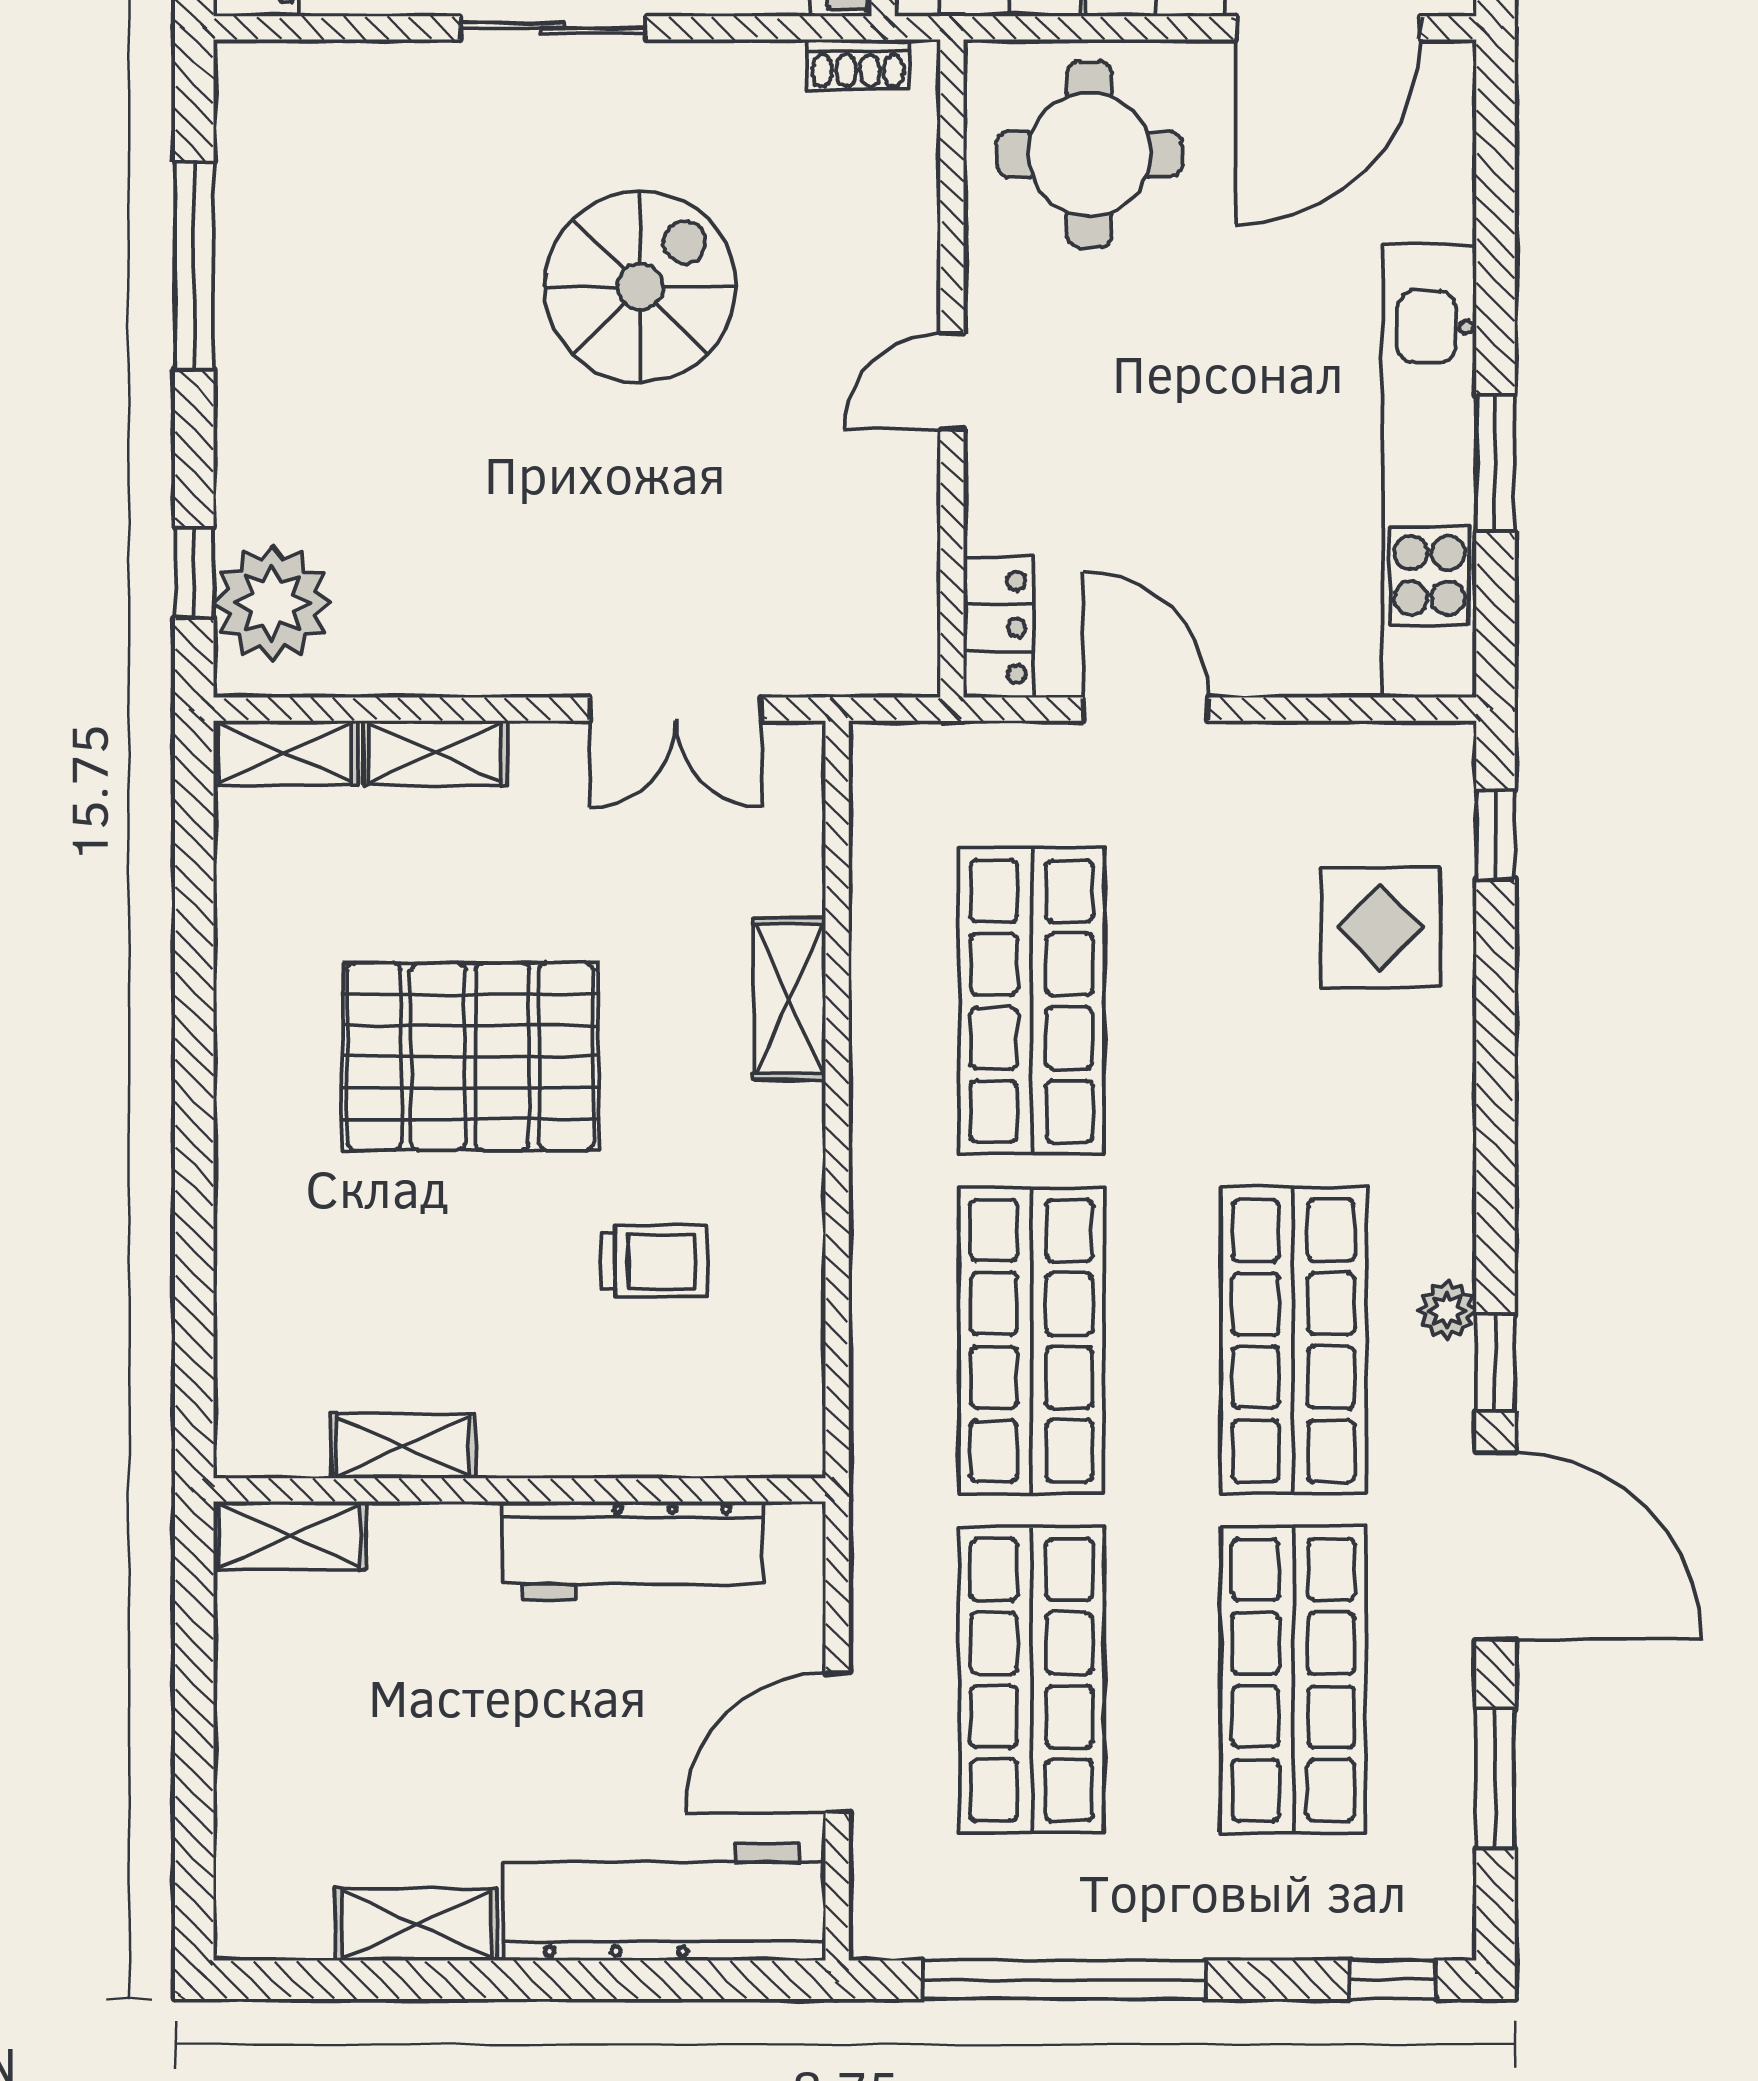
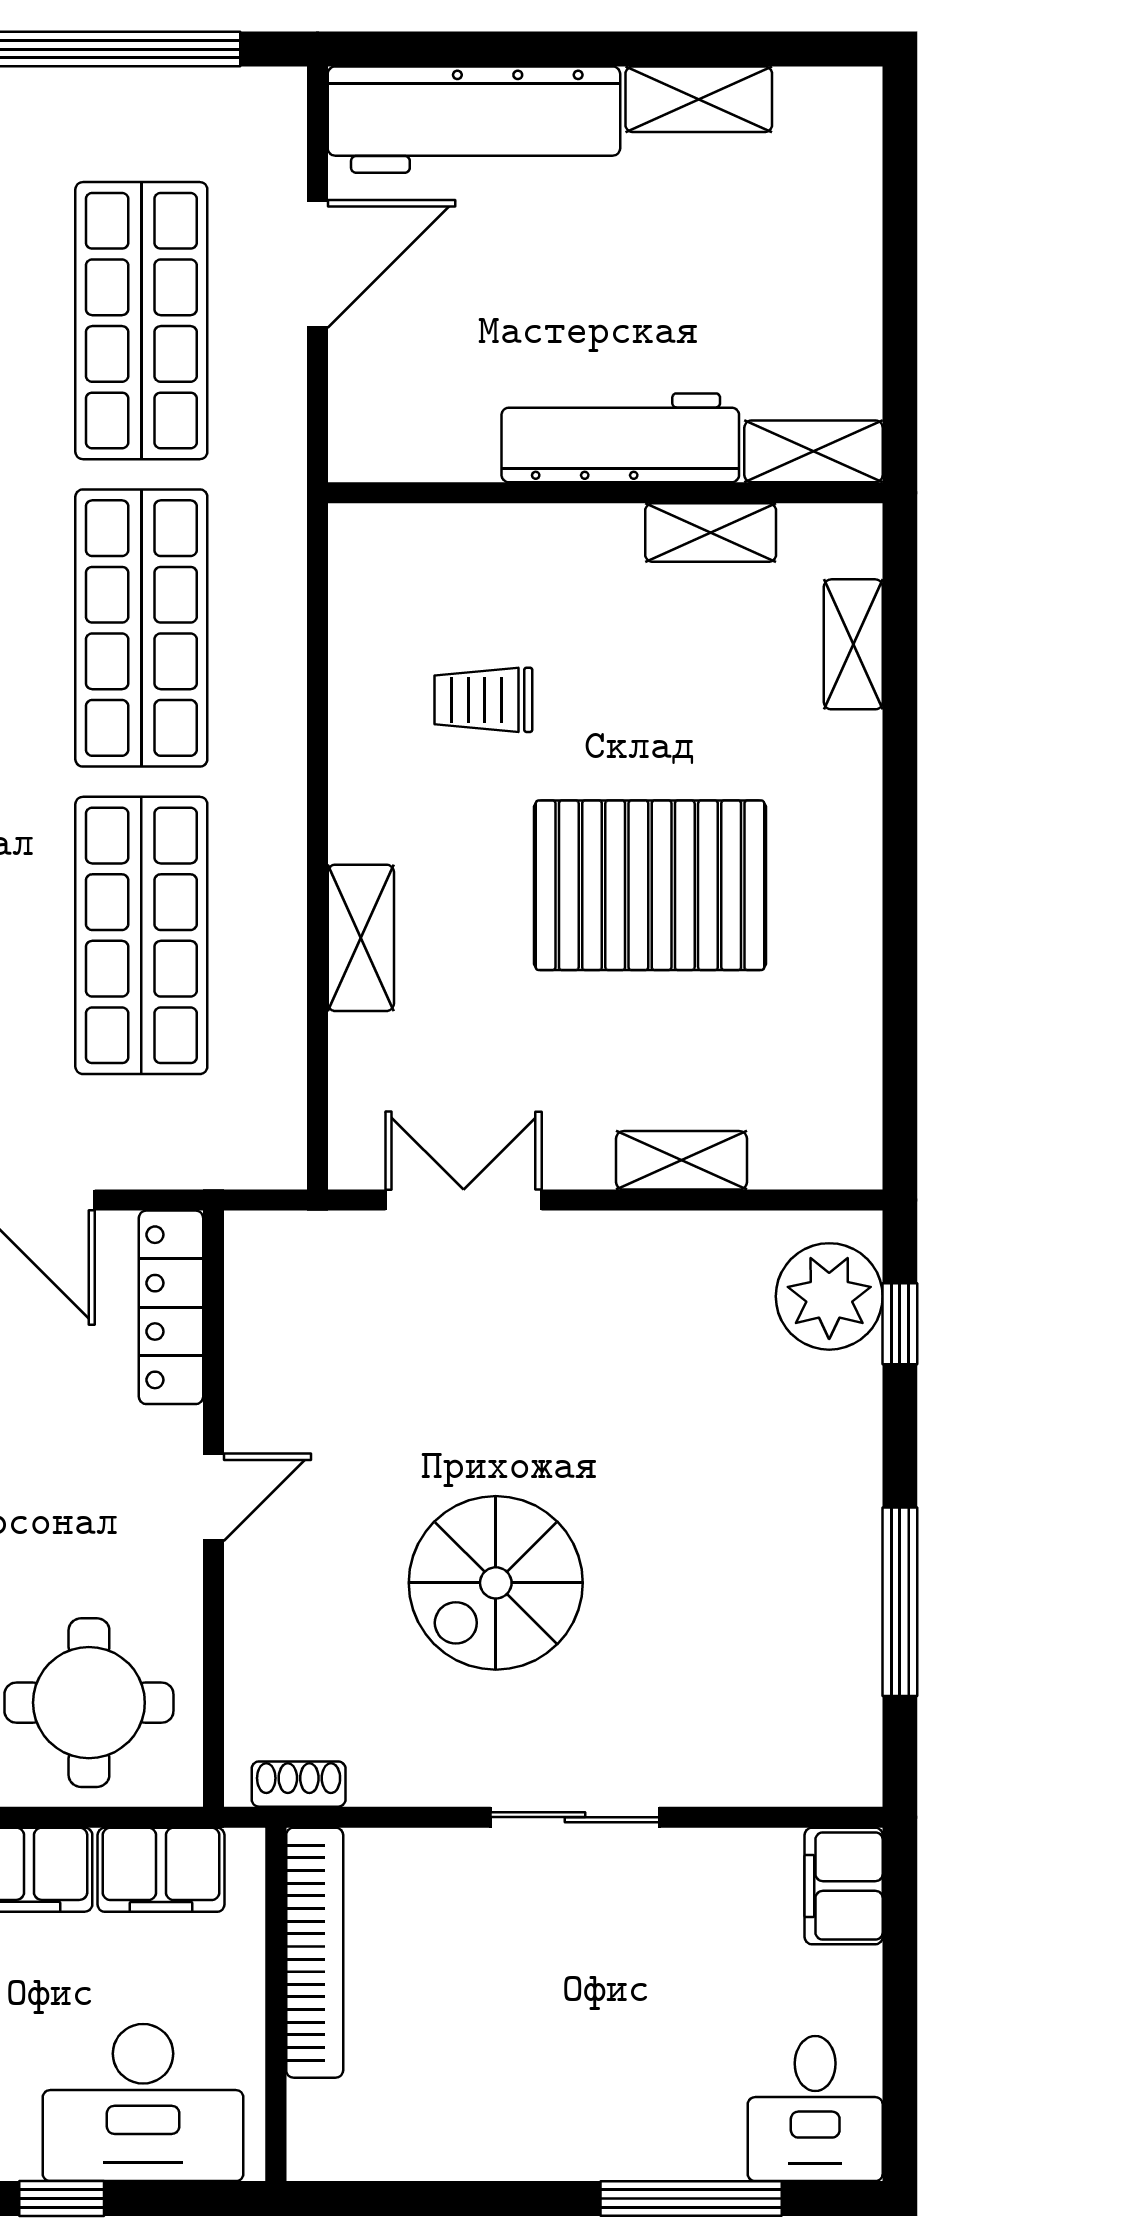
locker: (999, 628) -> (171, 1307), width x1.53
shelving: (285, 753) -> (853, 644), moved, turned 90
workbench: (633, 1551) -> (620, 438), moved

